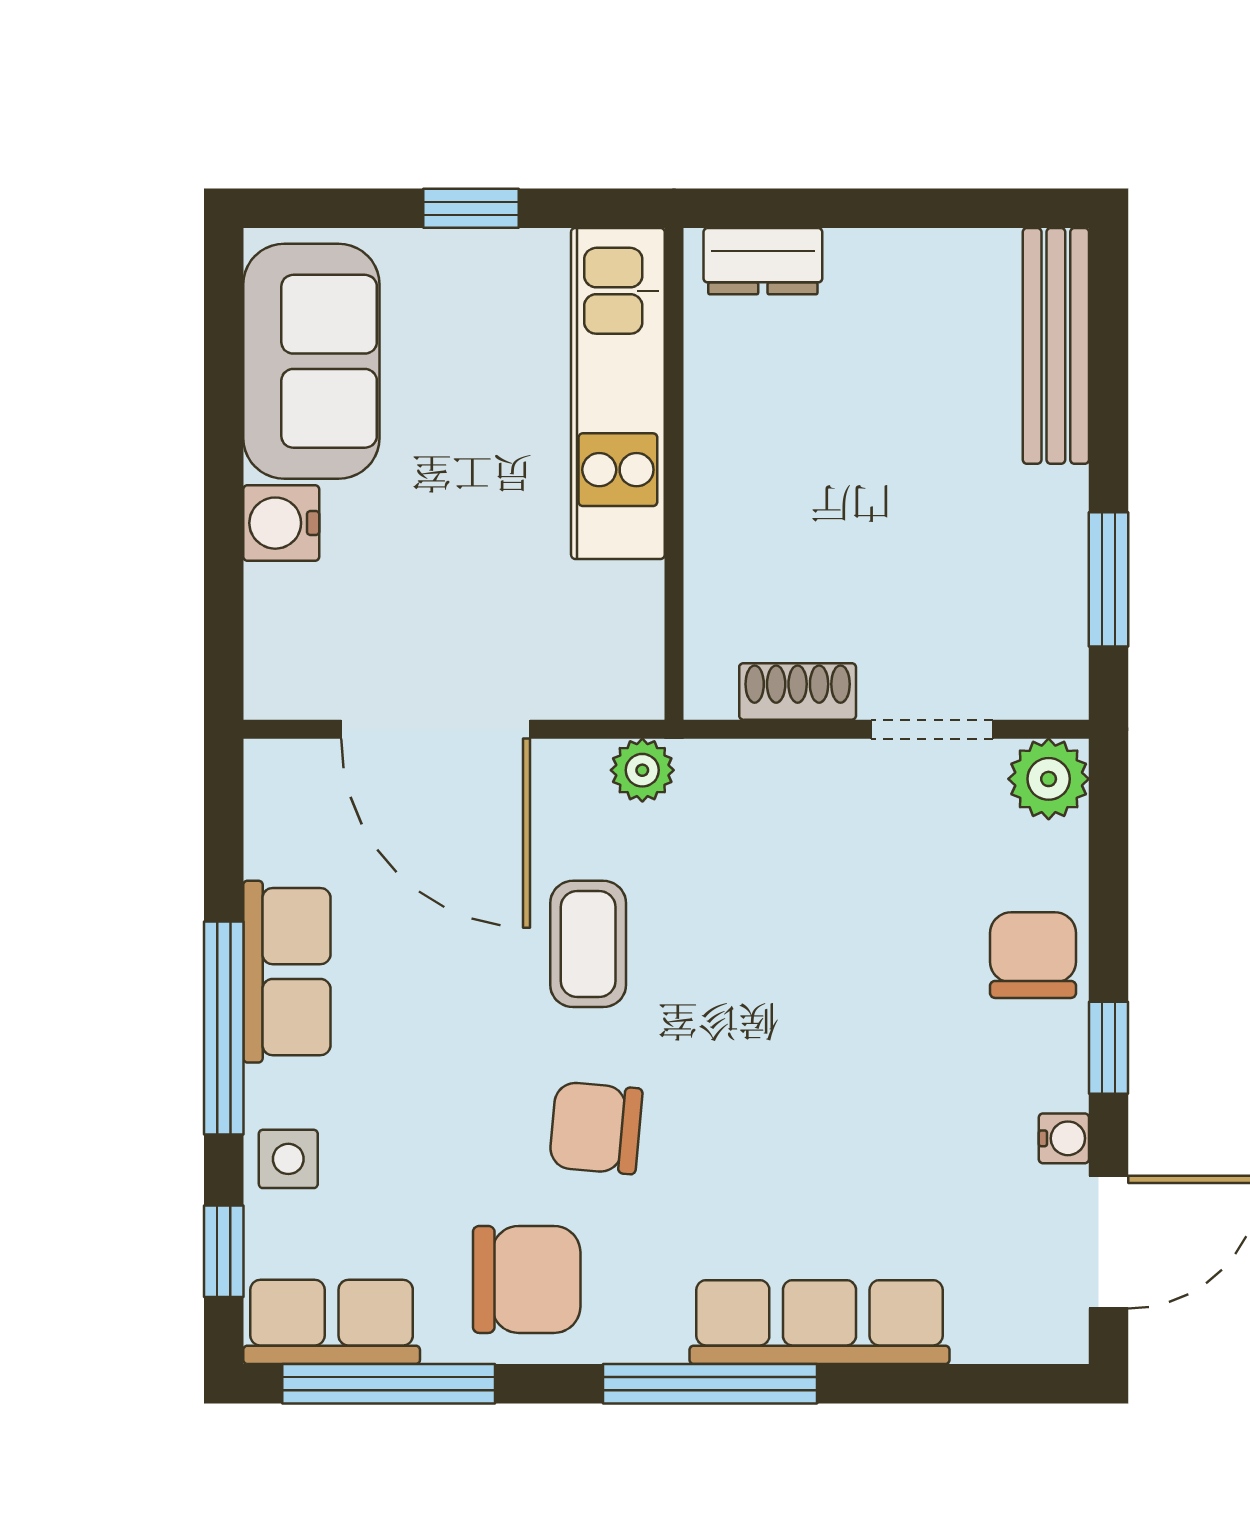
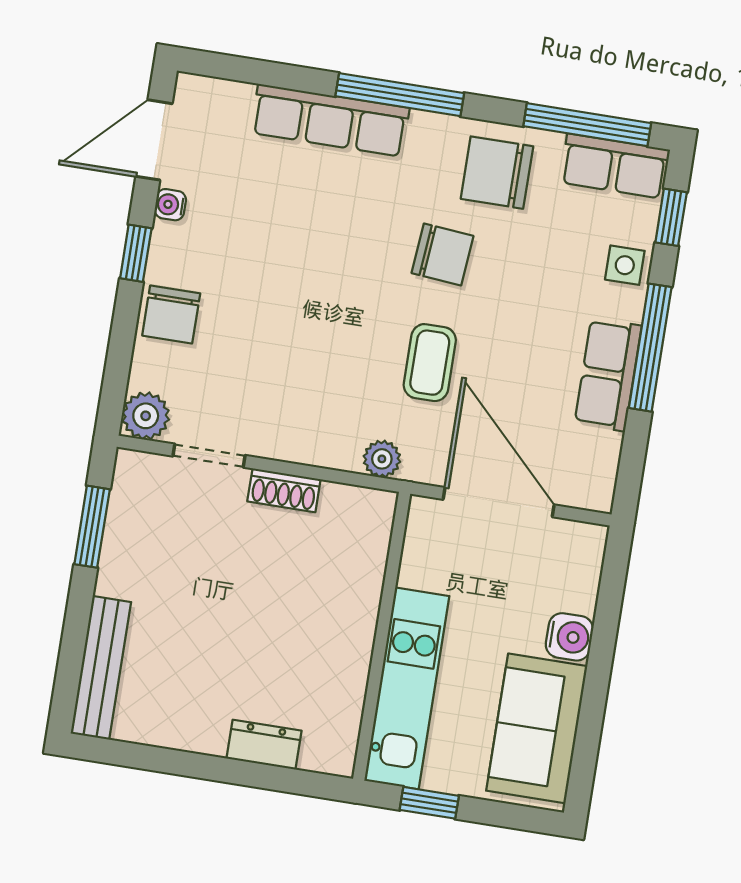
kitchen unit: (618, 393) -> (407, 688), moved
wall: (674, 474) -> (382, 636), moved

